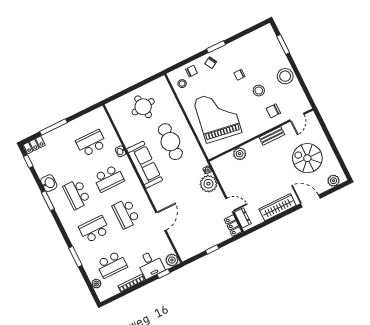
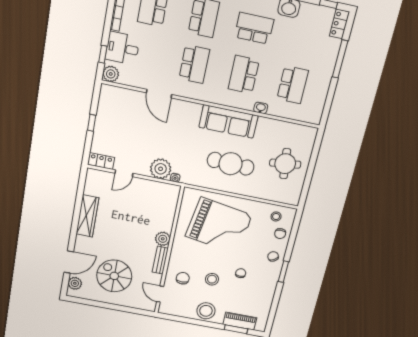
piano: (275, 47) -> (240, 321), added
plant: (240, 154) -> (163, 239), moved
spiral stairs: (307, 158) -> (114, 276), turned -90
door: (310, 201) -> (69, 262), moved
school desk: (126, 214) -> (194, 64), turned 90
dresser: (243, 218) -> (101, 176), removed

